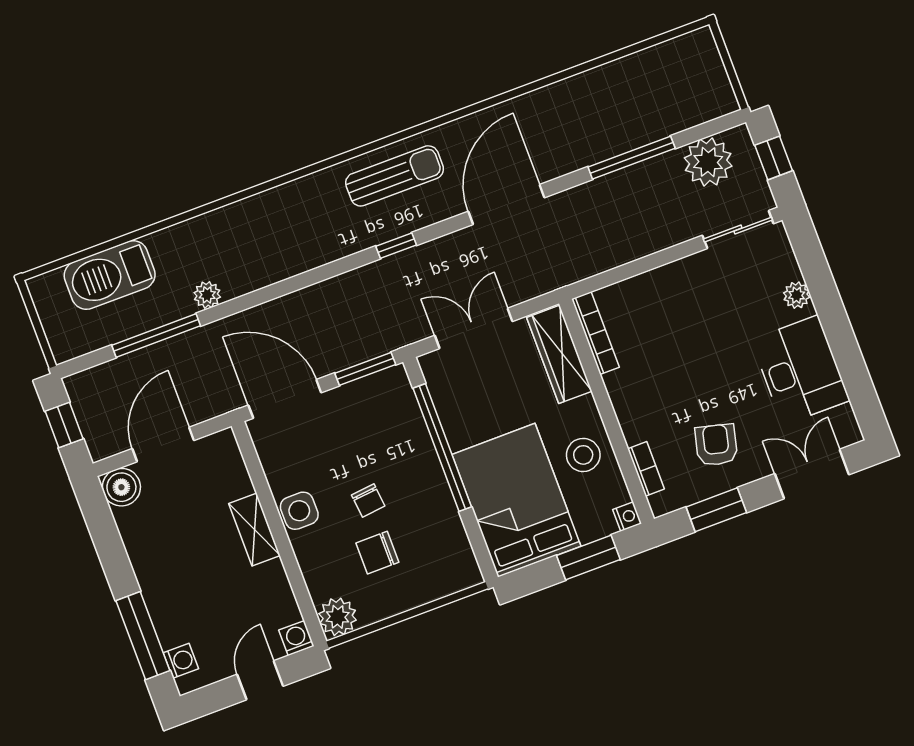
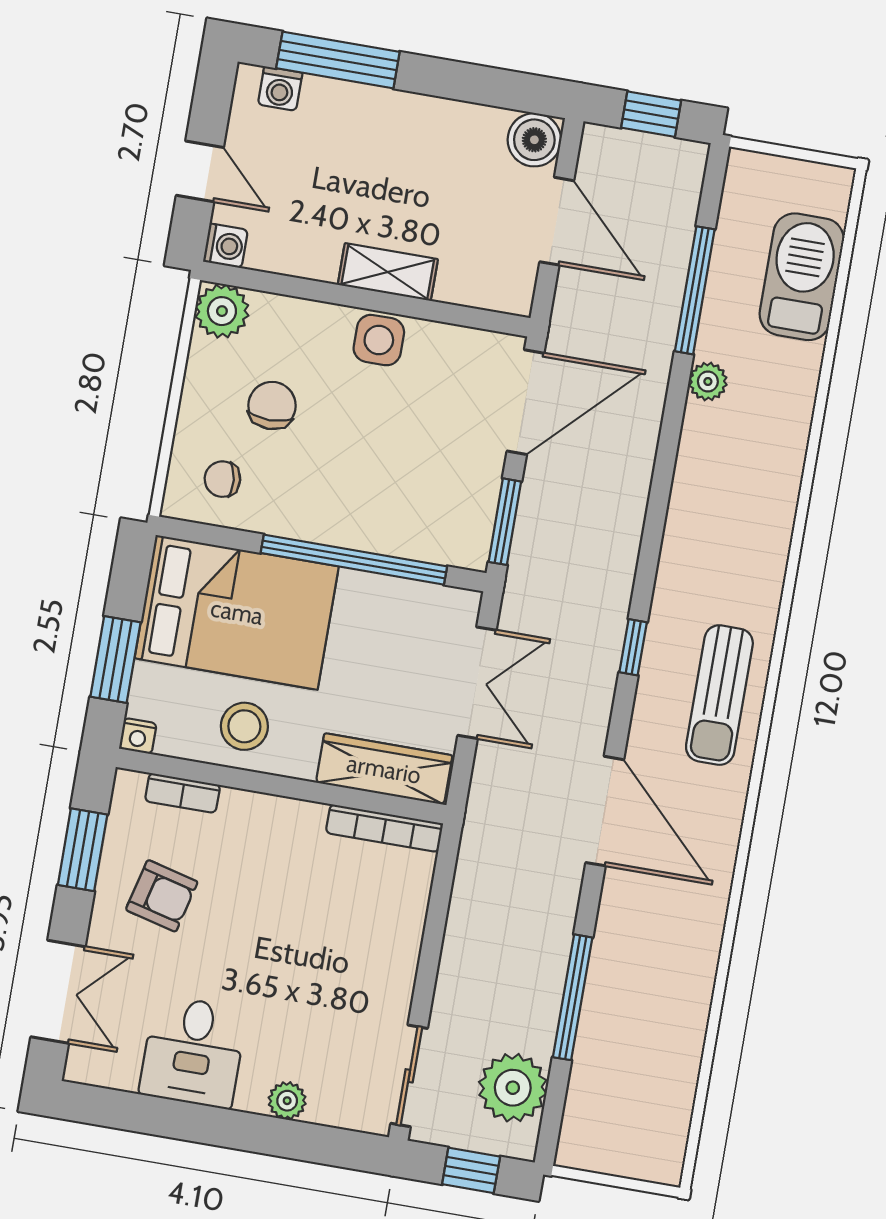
desk: (800, 370) -> (193, 1052), width x0.73
chair: (368, 500) -> (222, 479), moved

